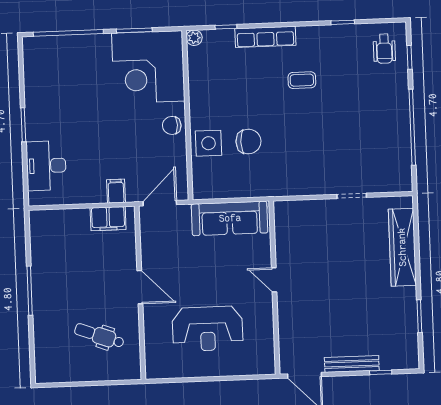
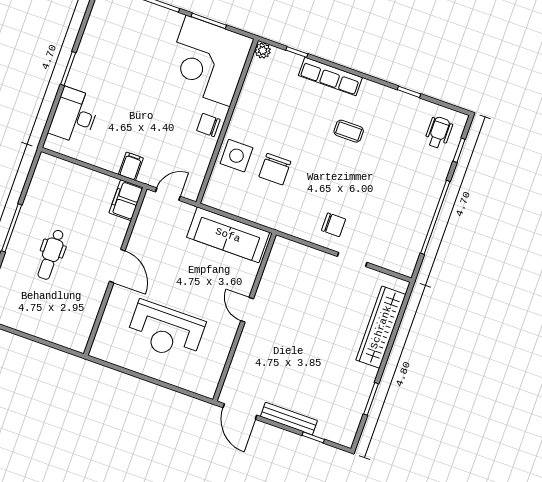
wheelchair: (384, 49) -> (438, 132), turned 180
chair: (248, 142) -> (275, 169), turned 90
chair: (322, 171) -> (333, 225), added
door: (160, 203) -> (168, 194), width x0.73
filing cabinet: (108, 219) -> (126, 200), moved, turned 90
dental chair: (99, 336) -> (51, 254), moved, turned -110

